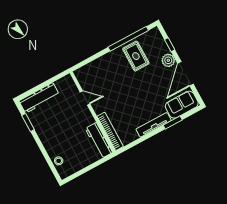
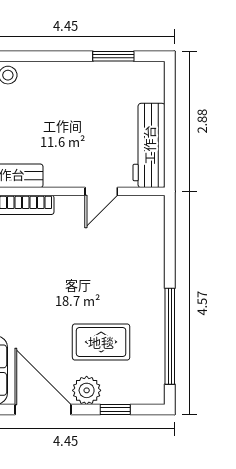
rug: (136, 56) -> (101, 342), moved
workbench: (39, 98) -> (149, 145), moved

